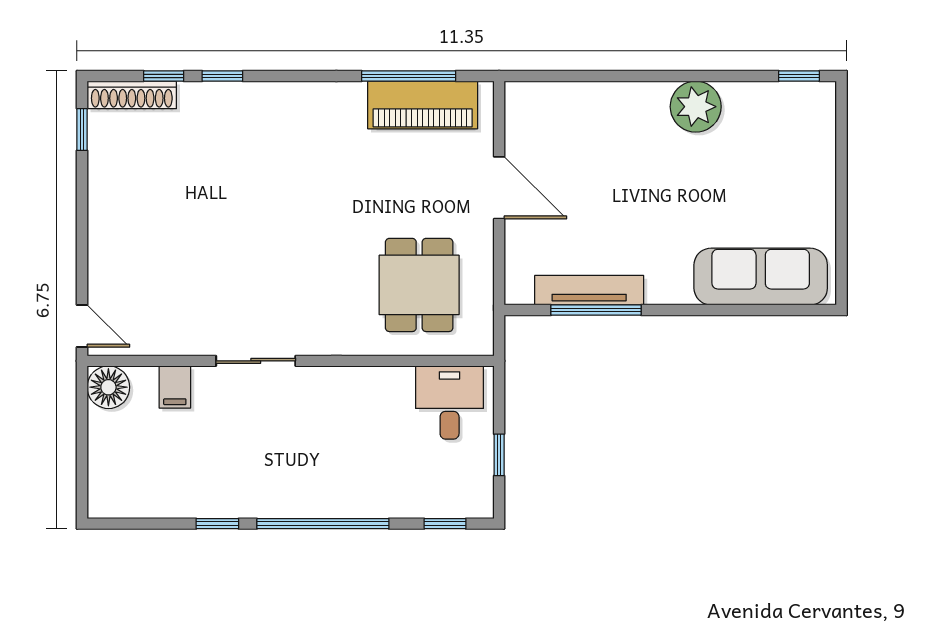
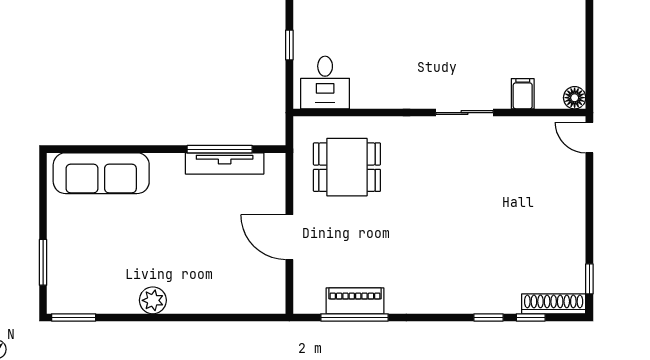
window: (799, 76) -> (74, 317), width x1.50
piano: (423, 105) -> (355, 301), width x0.73, depth x0.75
plant: (696, 107) -> (153, 300), width x0.73, depth x0.73
window: (842, 153) -> (43, 262), added
dining table: (419, 285) -> (347, 167), turned 90
floor lamp: (108, 387) -> (575, 98), width x0.73, depth x0.73

